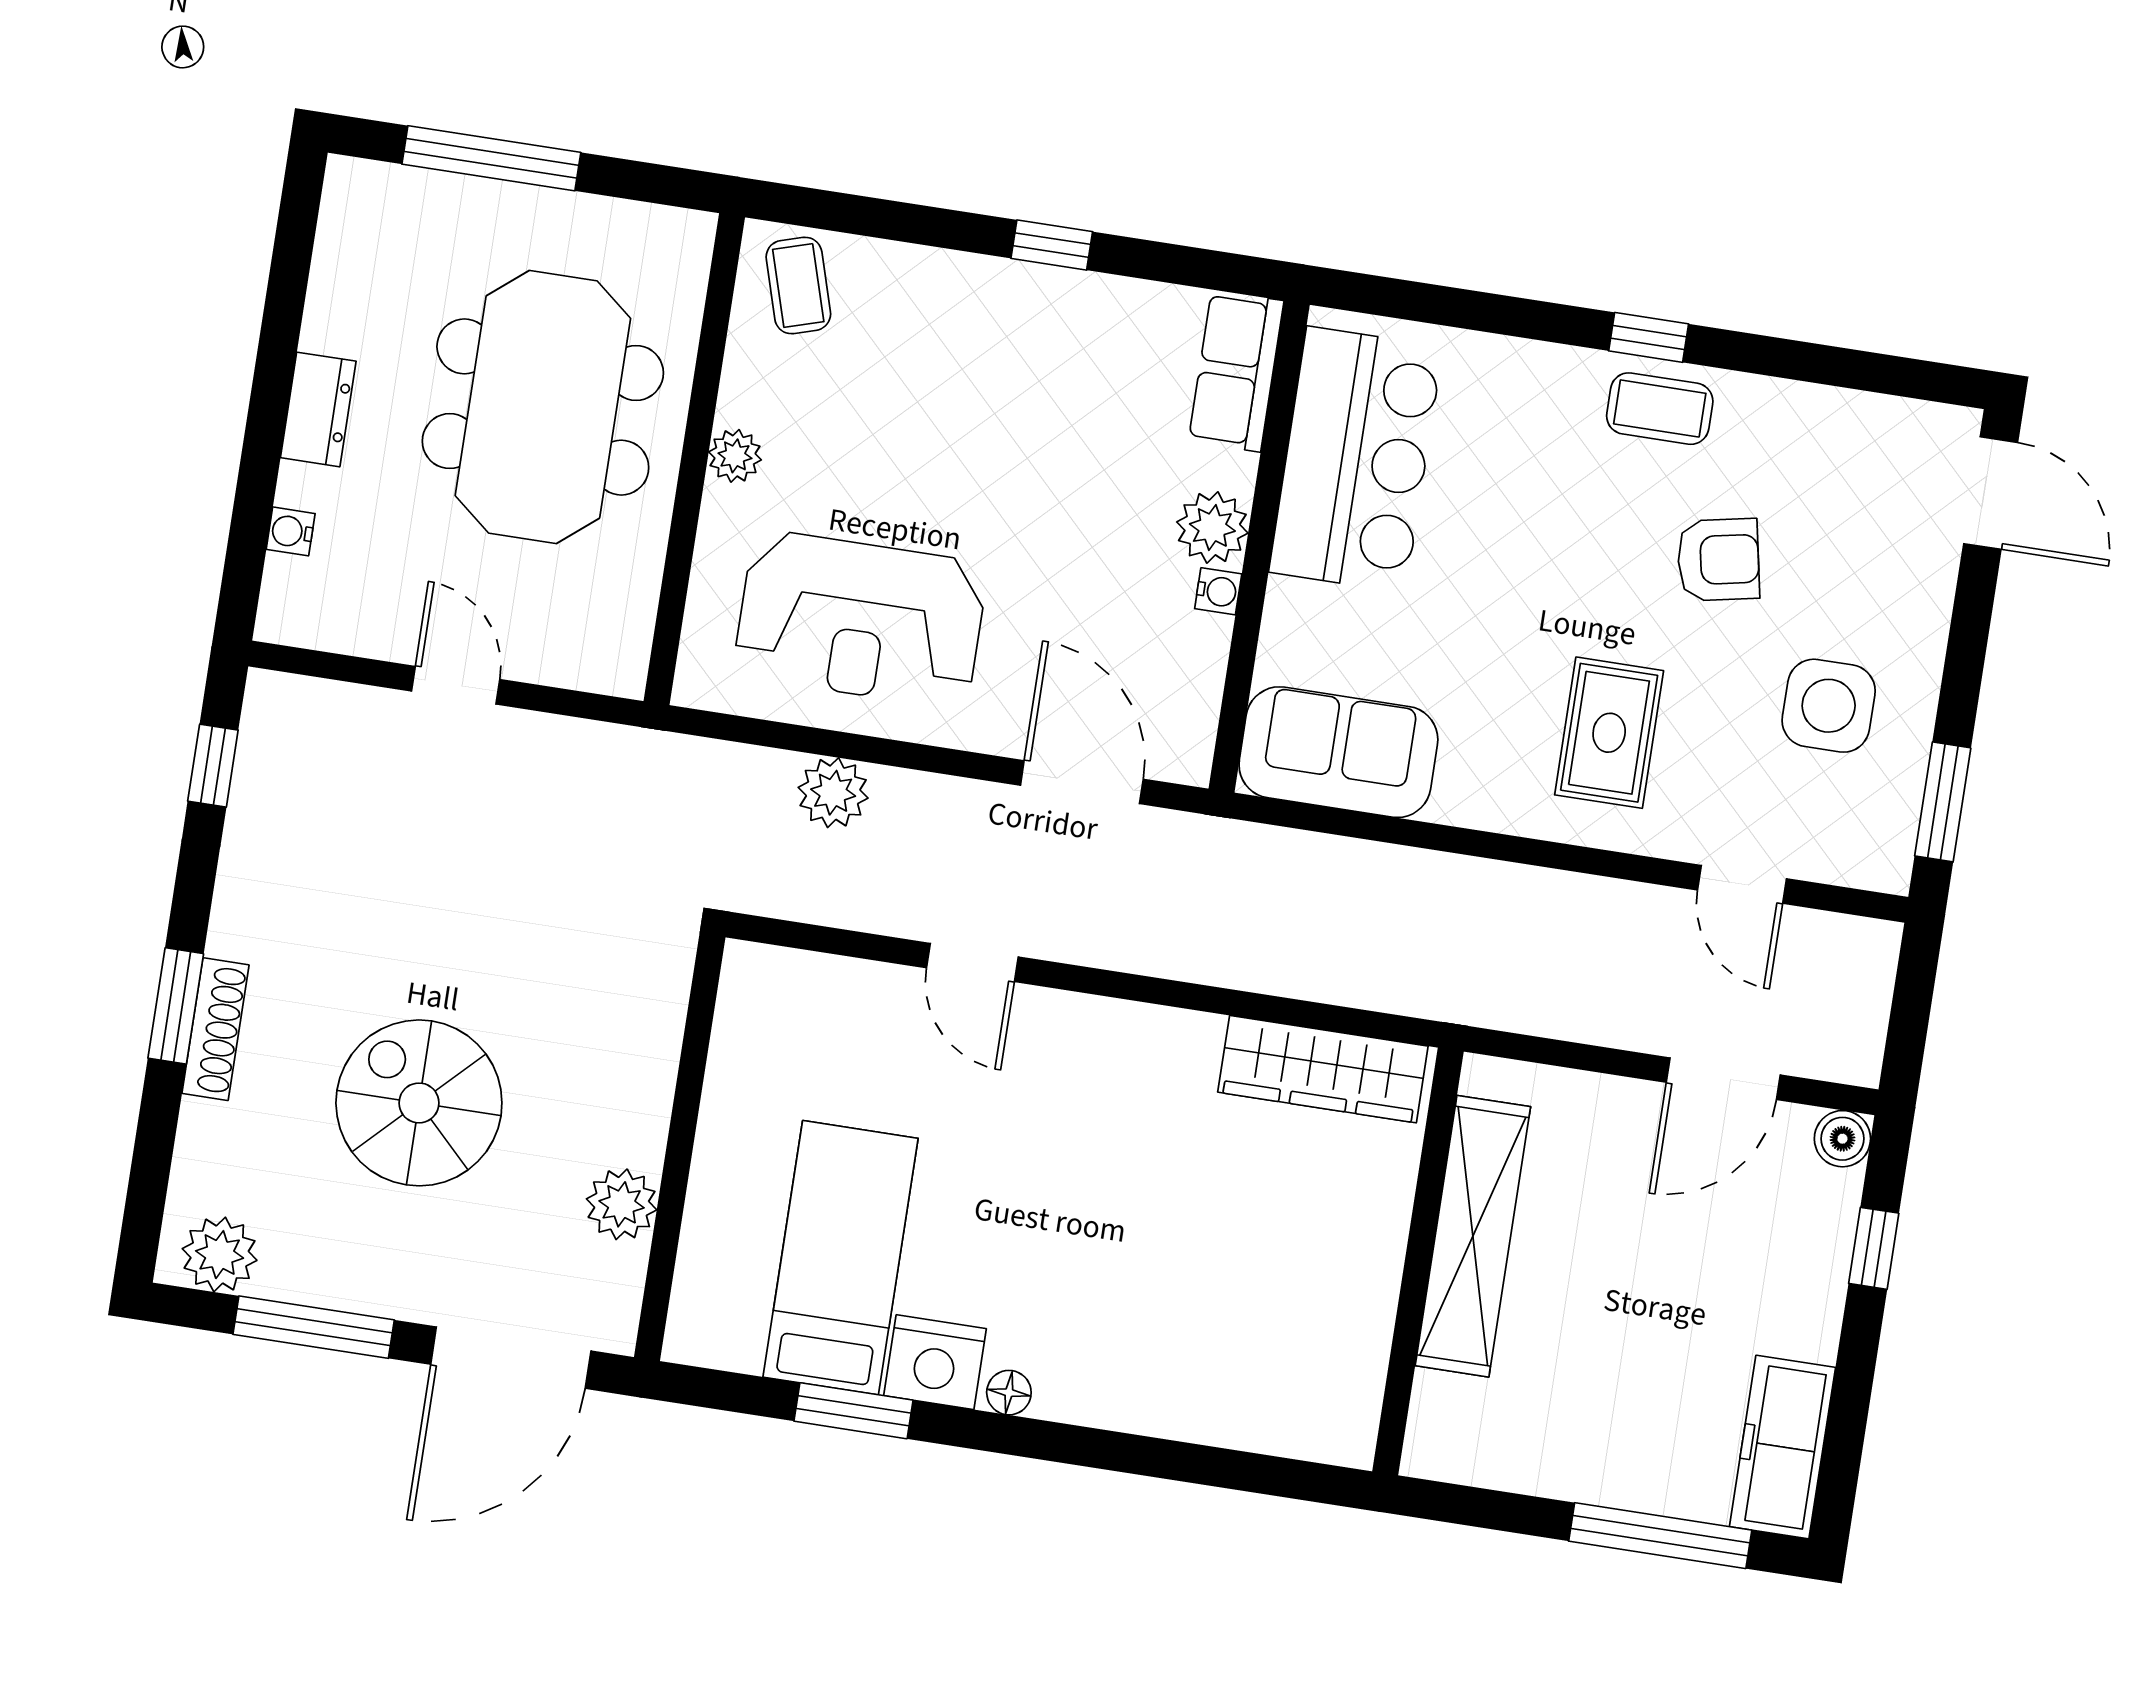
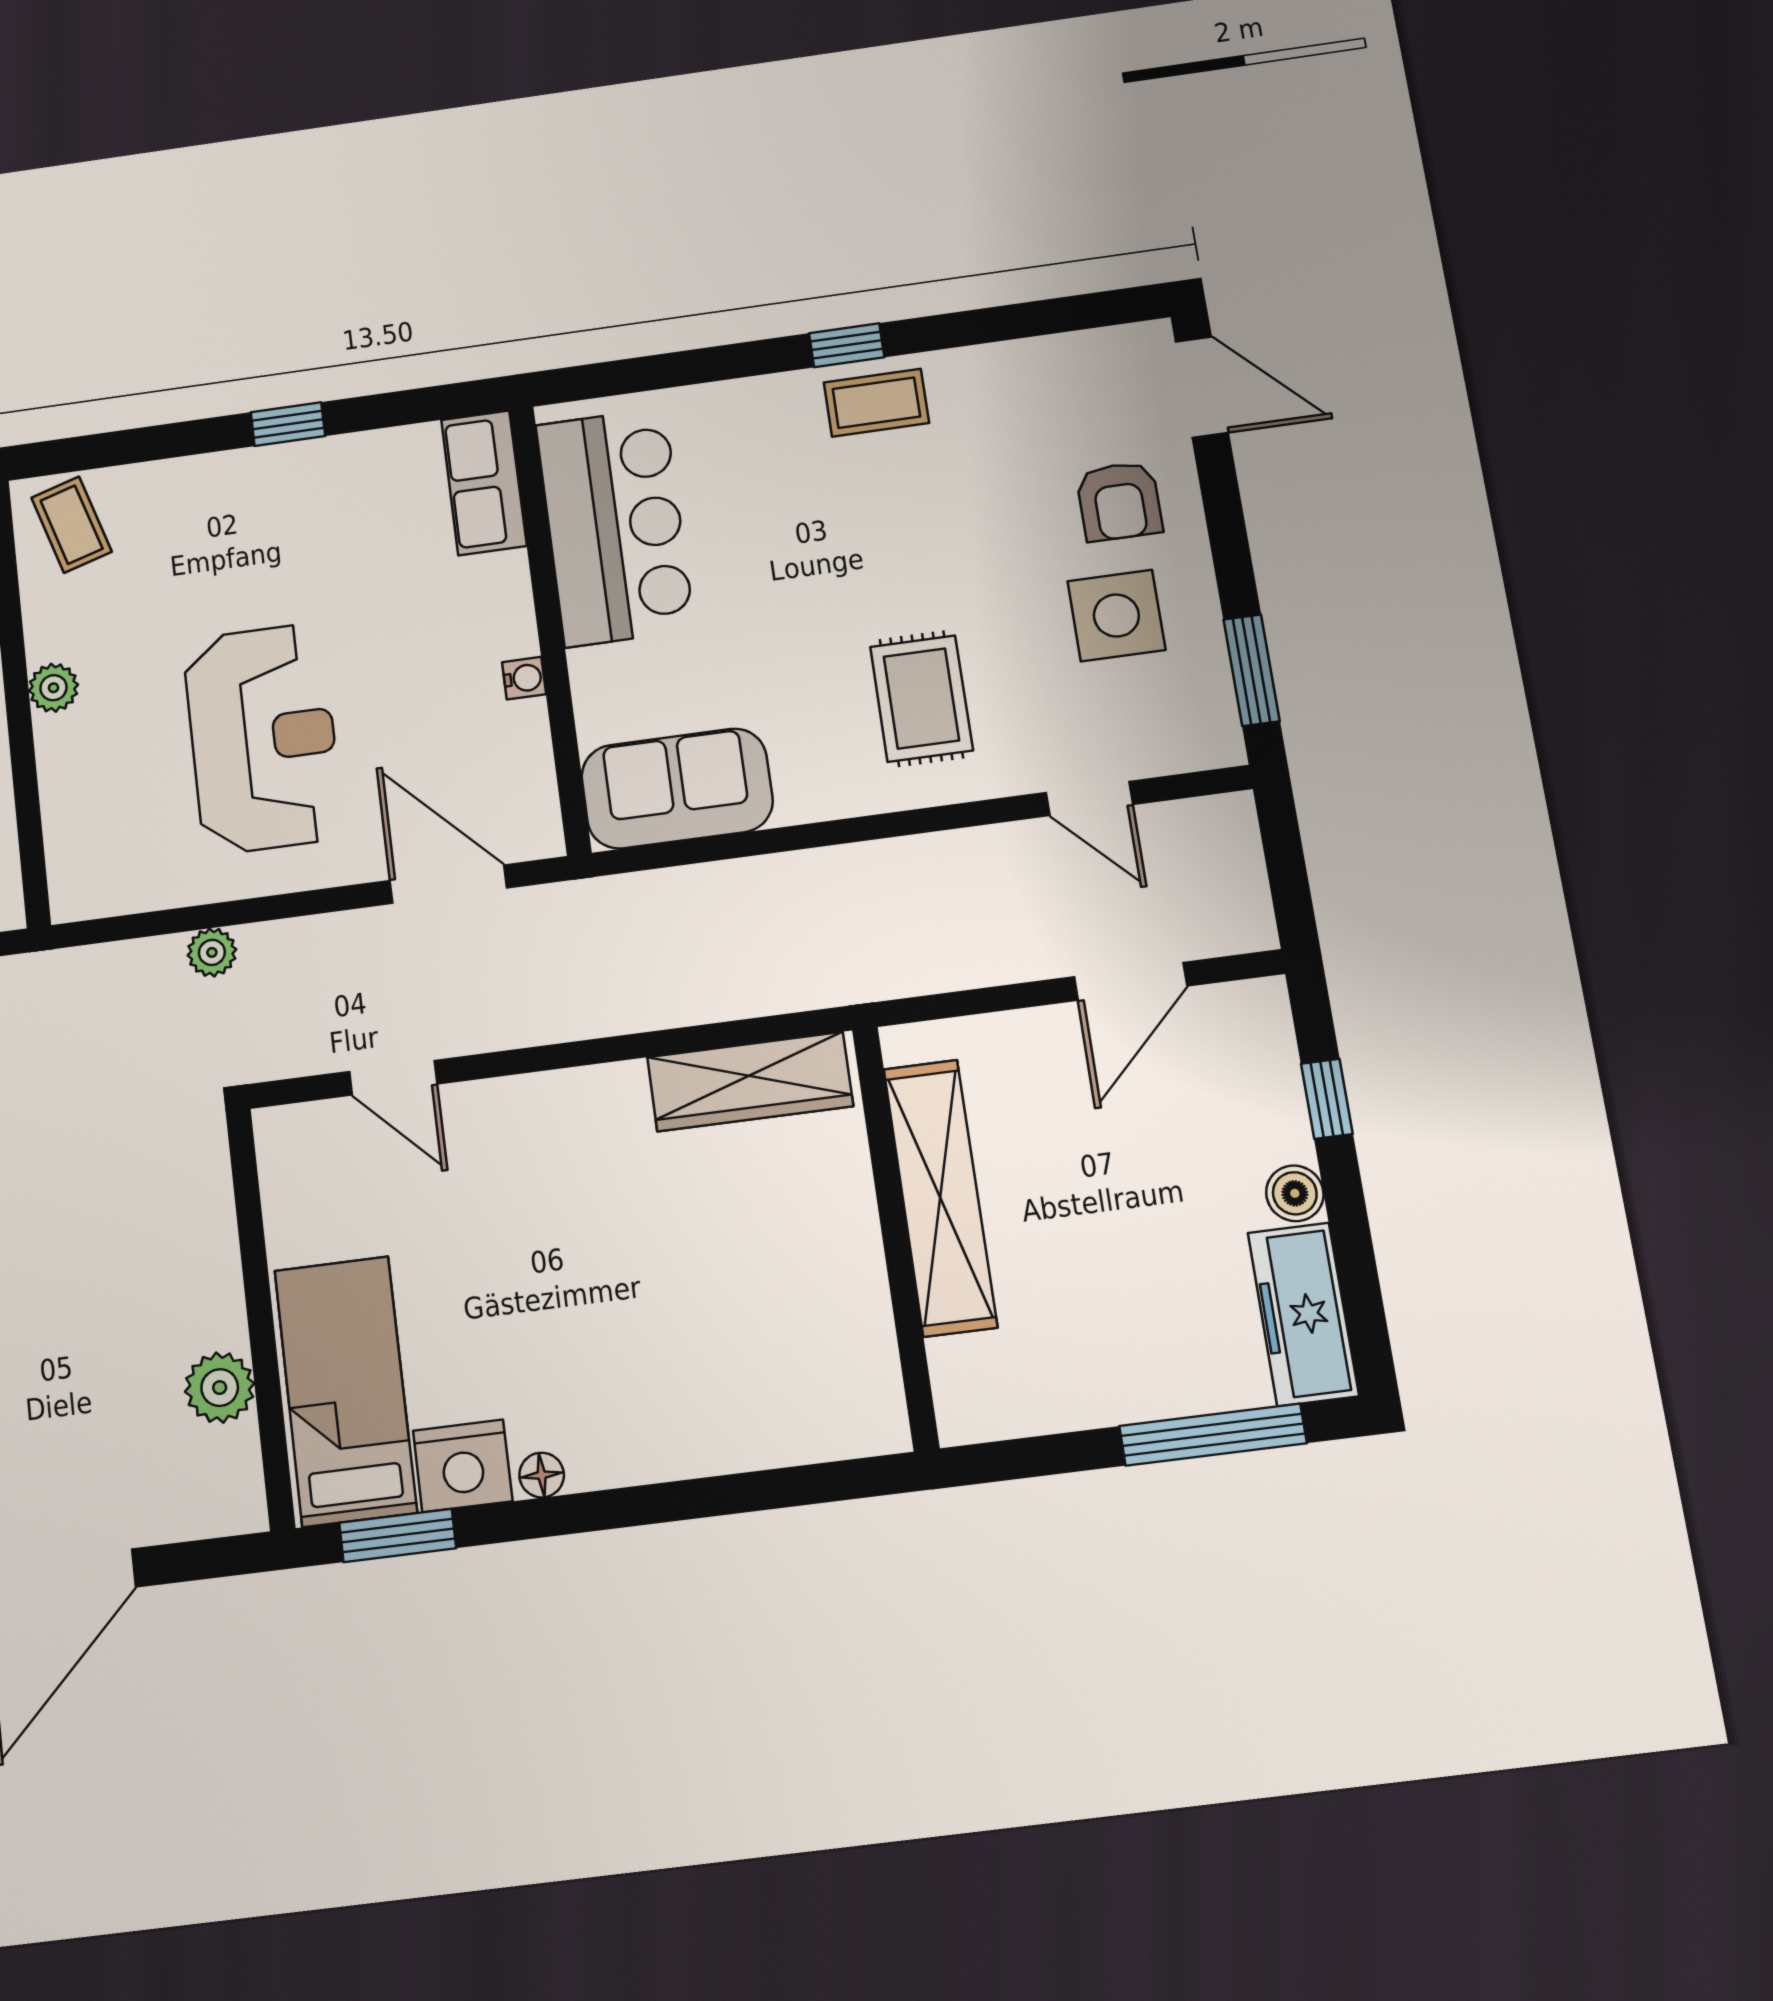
plant: (1212, 527) -> (502, 624), removed
armchair: (1718, 560) -> (1119, 501), moved, turned 101
reception desk: (860, 619) -> (263, 738), moved, turned -90
plant: (833, 793) -> (212, 952), width x0.73, depth x0.73
boiler: (1842, 1139) -> (1295, 1193), moved
wall: (680, 1147) -> (260, 1317), moved
plant: (622, 1204) -> (220, 1388), moved

